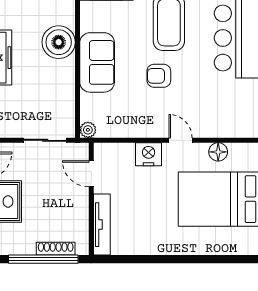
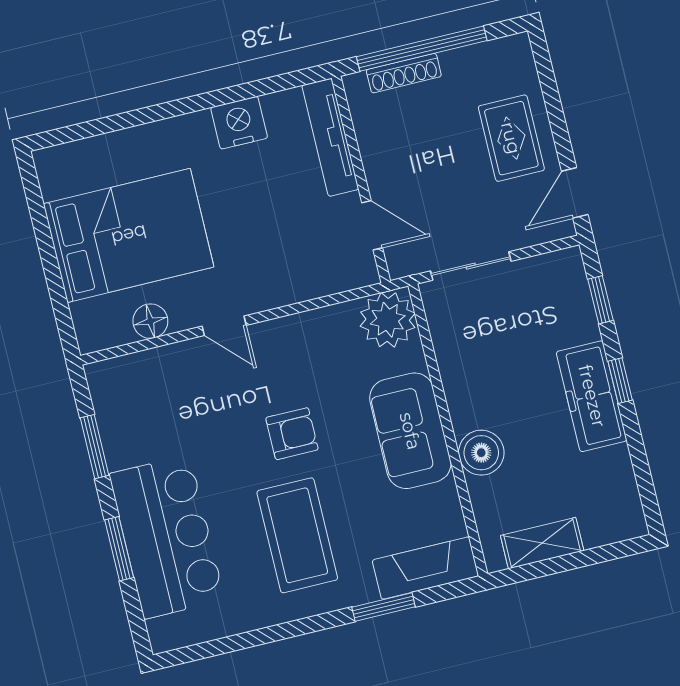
boiler: (59, 42) -> (481, 453), width x0.73, depth x0.73
plant: (88, 130) -> (388, 320), width x1.88, depth x1.88
nightstand: (149, 154) -> (239, 123), moved, turned 180

